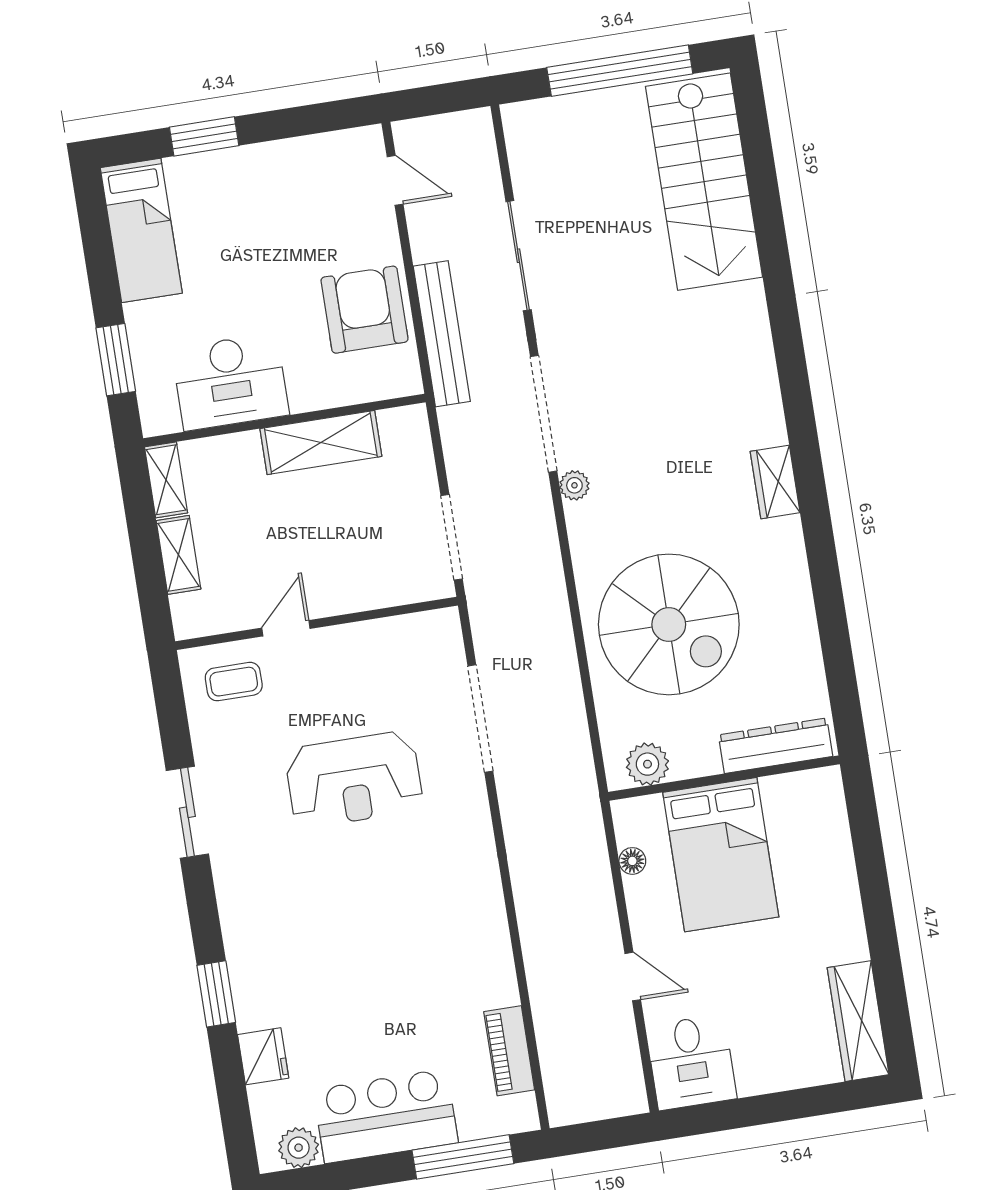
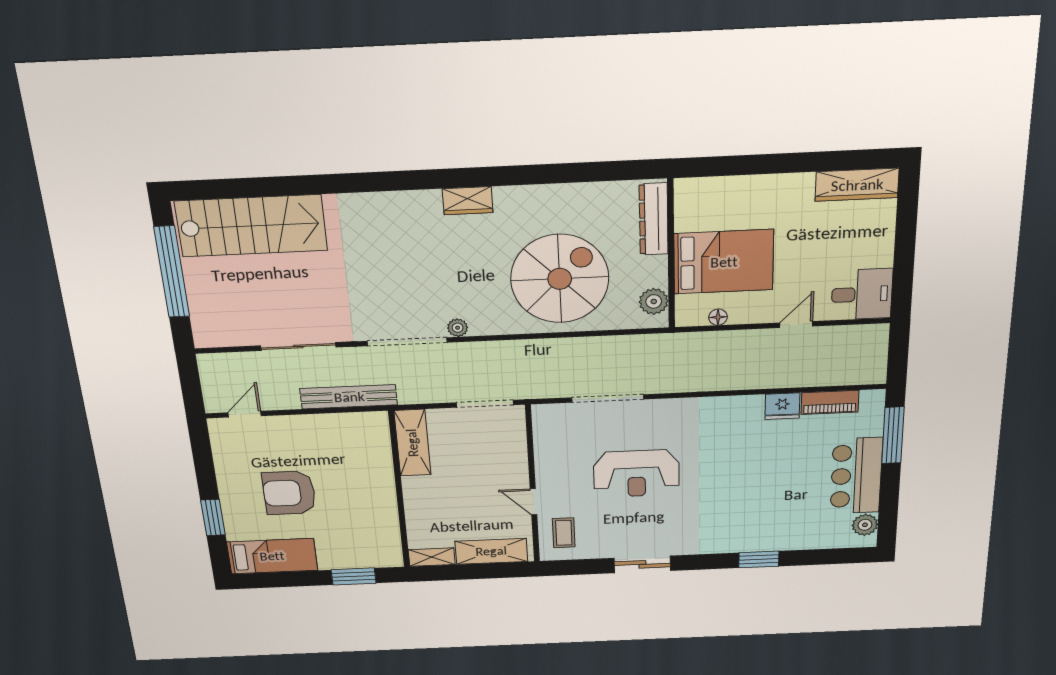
armchair: (364, 310) -> (289, 493), moved
desk: (230, 382) -> (372, 518), removed
shelving: (321, 442) -> (412, 443), moved
shelving: (178, 555) -> (491, 551), width x1.50, depth x1.33
reception desk: (354, 780) -> (636, 474), turned 90
fridge: (263, 1056) -> (782, 406), moved, turned 180

